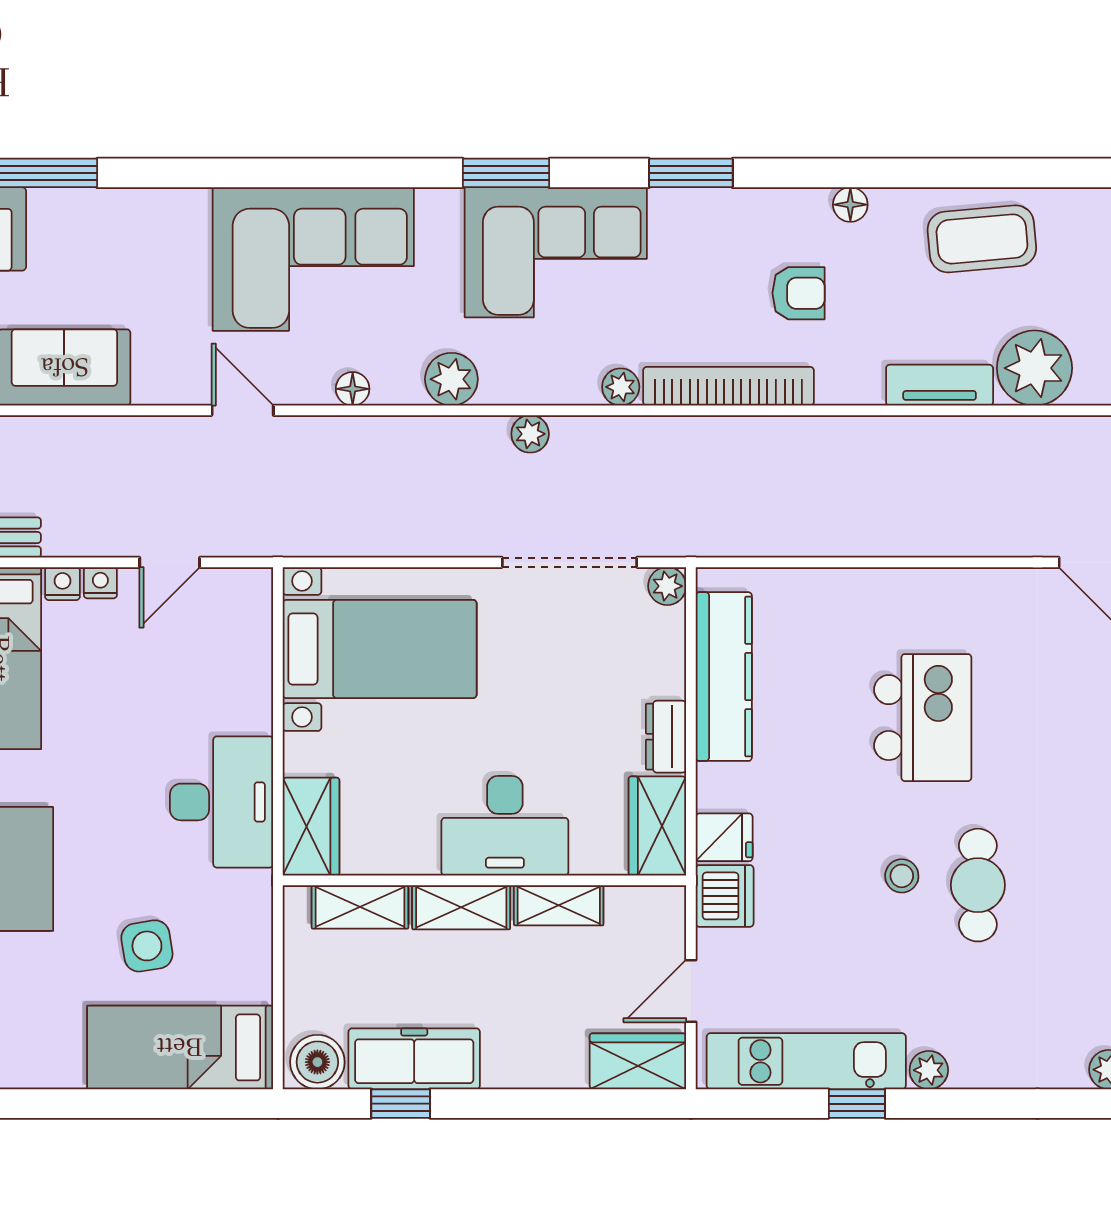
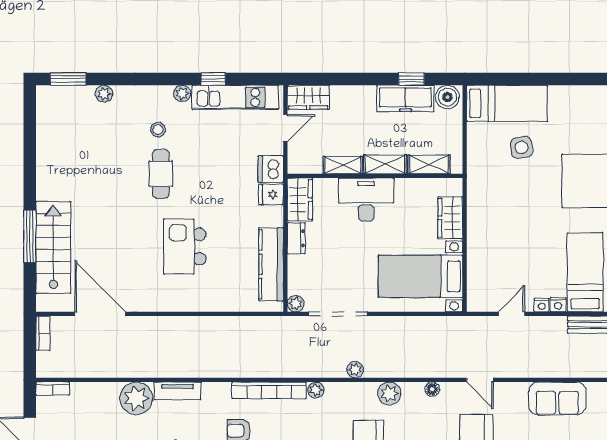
desk: (221, 802) -> (489, 210), removed
wardrobe: (311, 827) -> (450, 218), moved
stool: (902, 876) -> (158, 130), moved

